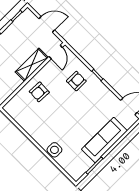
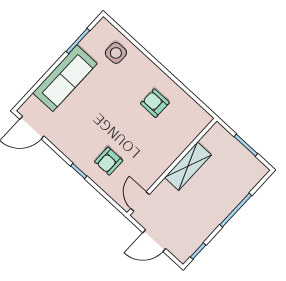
shelving: (32, 65) -> (188, 166), moved
armchair: (39, 92) -> (155, 103), moved, turned -93
side table: (54, 150) -> (116, 53), moved

